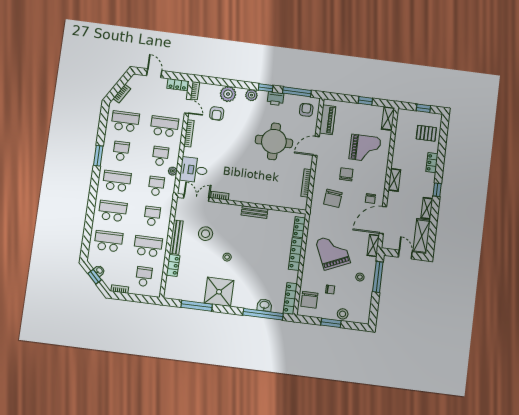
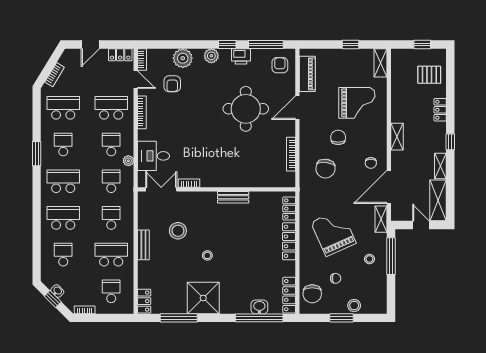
door: (154, 73) -> (90, 44), swing flipped
bench: (176, 237) -> (143, 245), width x0.73
school desk: (108, 241) -> (63, 255), width x0.54
locker: (173, 265) -> (144, 301), moved

